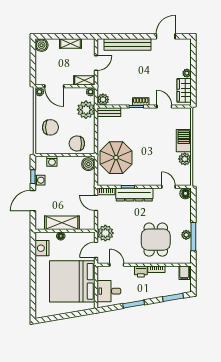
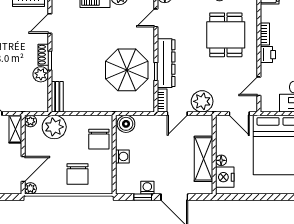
plant: (103, 100) -> (41, 74), moved
chair: (50, 127) -> (78, 174), turned 180
parasol: (116, 158) -> (127, 70), moved
washing machine: (52, 161) -> (122, 156), moved
plant: (105, 233) -> (202, 101), moved
dining table: (156, 240) -> (226, 35), turned 90
nightstand: (42, 248) -> (225, 177), moved, turned 90

